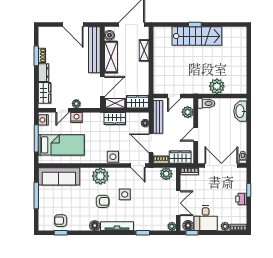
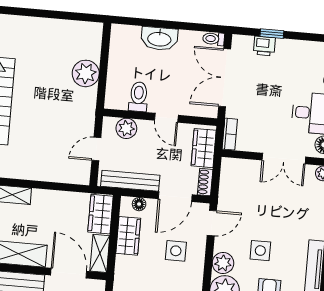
door: (174, 96) -> (96, 149), swing flipped
toilet: (206, 103) -> (138, 97), moved
washbasin: (240, 111) -> (159, 39), moved
wardrobe: (115, 119) -> (128, 236), moved
side table: (113, 157) -> (176, 251), moved
plant: (166, 174) -> (223, 263), moved
printer: (241, 199) -> (264, 46), moved
double door: (178, 203) -> (284, 159), swing flipped

